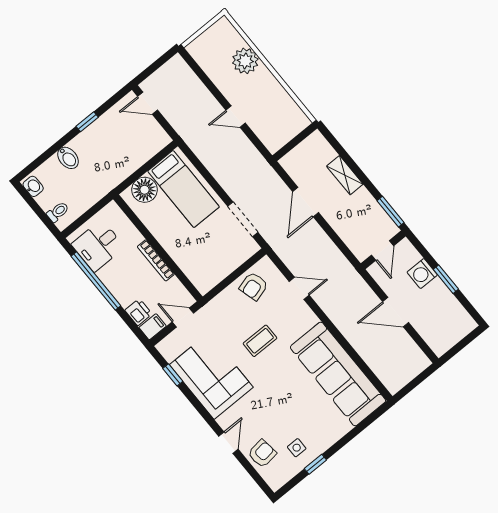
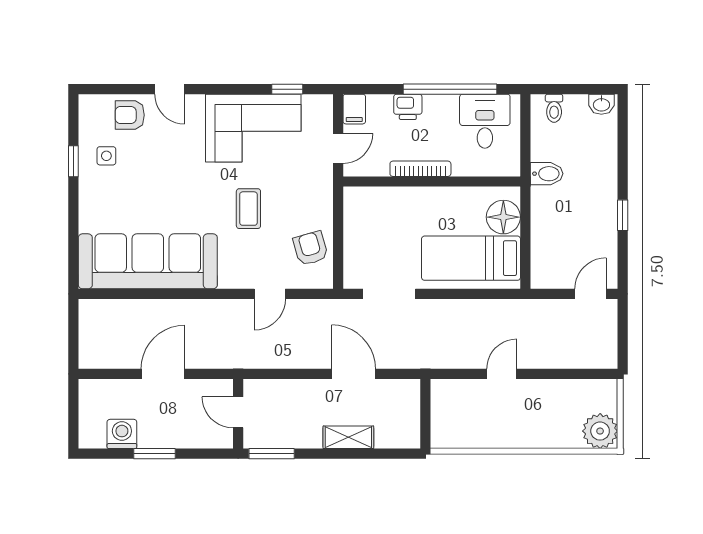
plant: (245, 61) -> (600, 431), moved
bidet: (68, 158) -> (547, 174), moved, turned 180
washing machine: (422, 274) -> (122, 434), moved
printer: (139, 312) -> (408, 107), moved
armchair: (262, 453) -> (130, 115), turned 97

